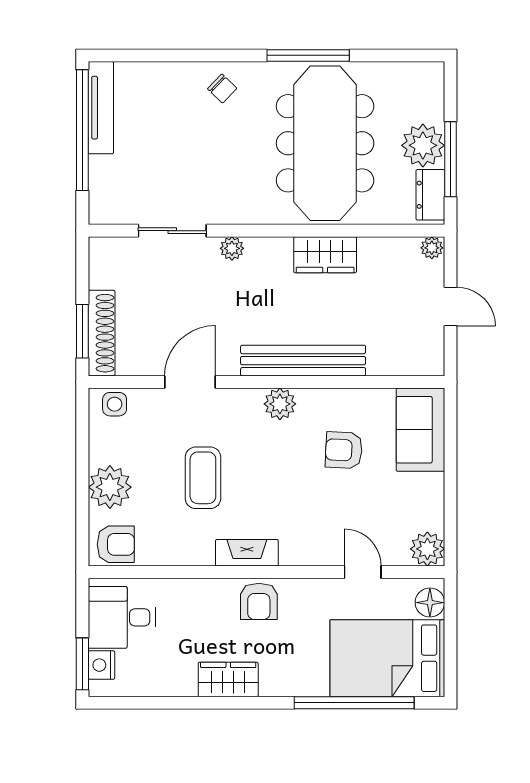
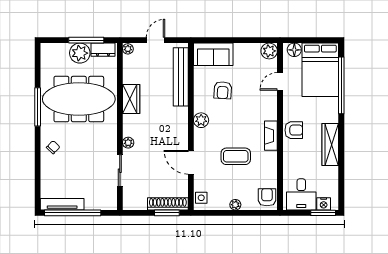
bench: (303, 361) -> (181, 77), moved
plant: (110, 487) -> (235, 205), width x0.53, depth x0.53
wardrobe: (228, 679) -> (330, 144), width x1.50

